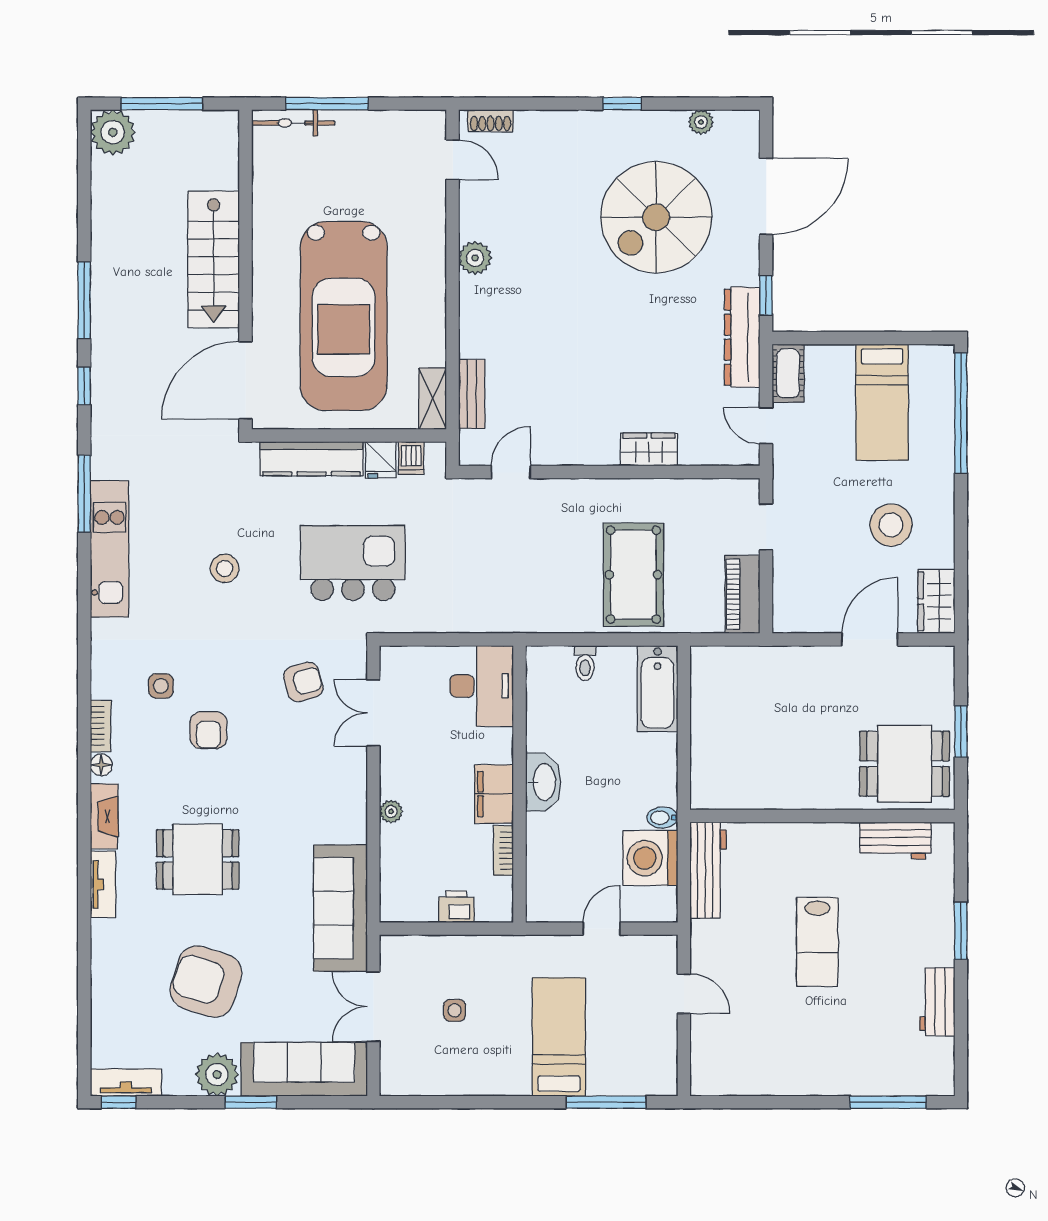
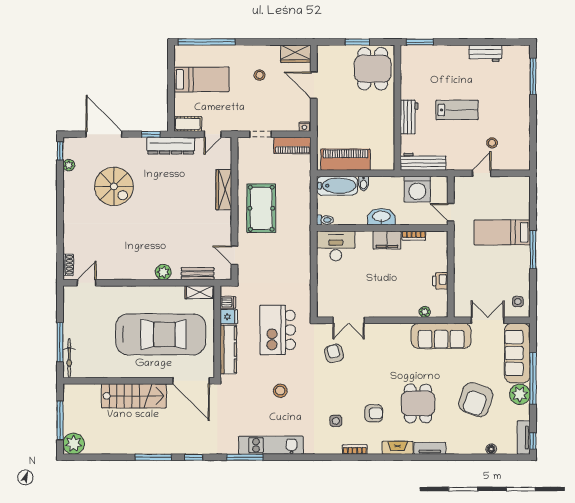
window: (622, 104) -> (60, 151), moved
spiral stairs: (656, 217) -> (114, 186), width x0.73, depth x0.73
plant: (475, 258) -> (163, 272), moved
wardrobe: (649, 449) -> (224, 190), width x1.50
stool: (891, 525) -> (260, 75), width x0.53, depth x0.53
pool table: (633, 575) -> (261, 208), moved, turned 90
nightstand: (782, 619) -> (304, 127), added
desk: (482, 686) -> (336, 246), moved
piano: (713, 706) -> (345, 160), added
armchair: (208, 730) -> (374, 413), moved
floor lamp: (101, 765) -> (491, 449), moved
washbasin: (543, 782) -> (381, 217), moved
wall: (519, 784) -> (382, 228), moved
filing cabinet: (494, 794) -> (387, 240), moved
plant: (391, 811) -> (425, 312), moved
bidet: (662, 818) -> (364, 183), moved
workbench: (895, 841) -> (409, 117), moved
bookcase: (503, 851) -> (414, 236), moved
window: (961, 931) -> (420, 42), moved
double door: (373, 1007) -> (488, 320), swing flipped
side table: (455, 1010) -> (518, 302), moved
stool: (748, 1016) -> (492, 143), added
window: (251, 1102) -> (533, 378), width x2.11
window: (606, 1102) -> (533, 250), moved

